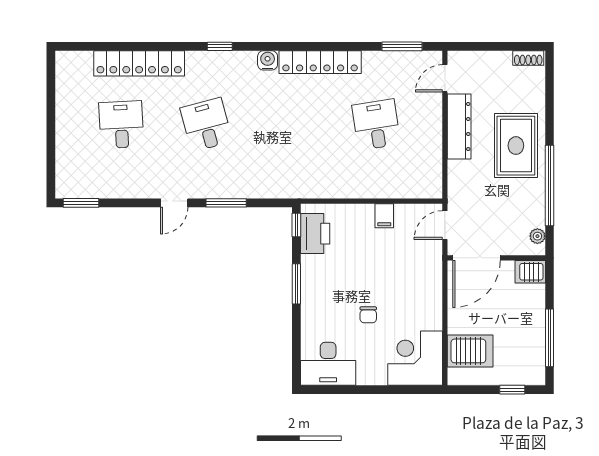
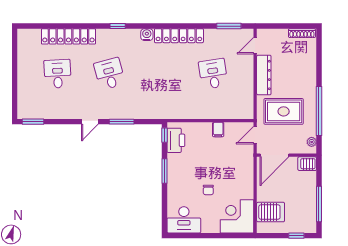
shoe rack: (528, 58) -> (302, 33), width x1.43
rug: (516, 146) -> (284, 111), moved, turned 90

